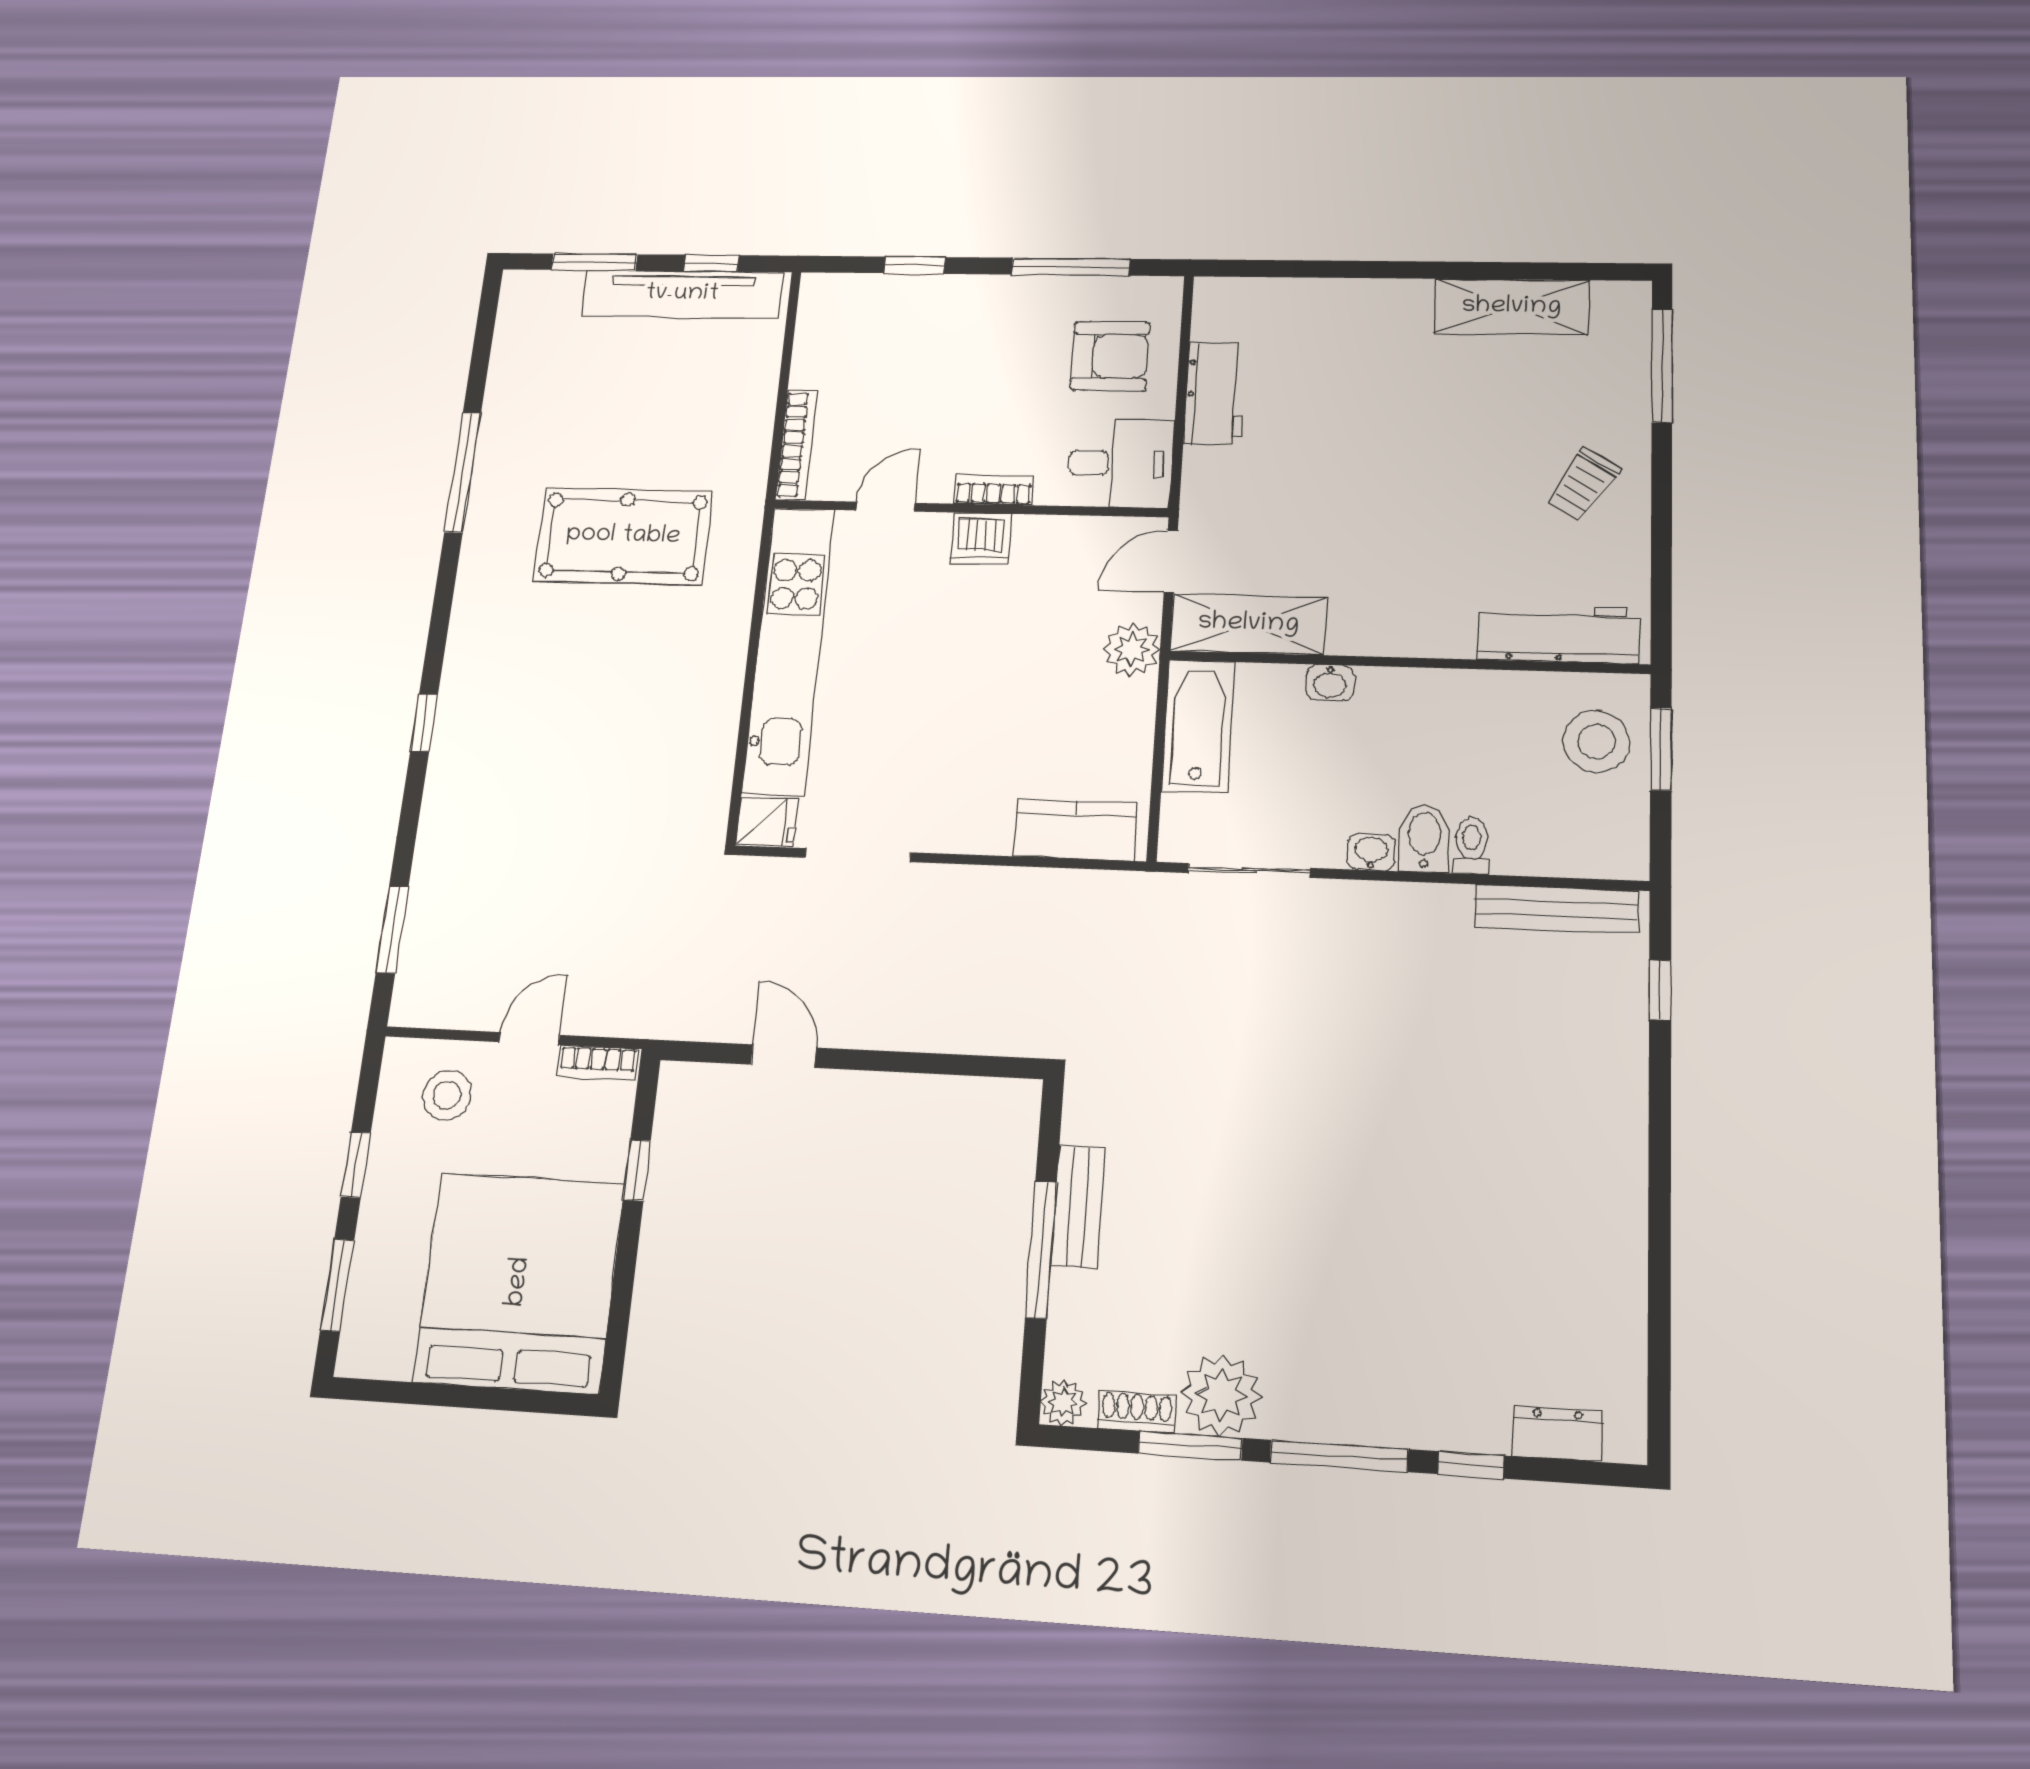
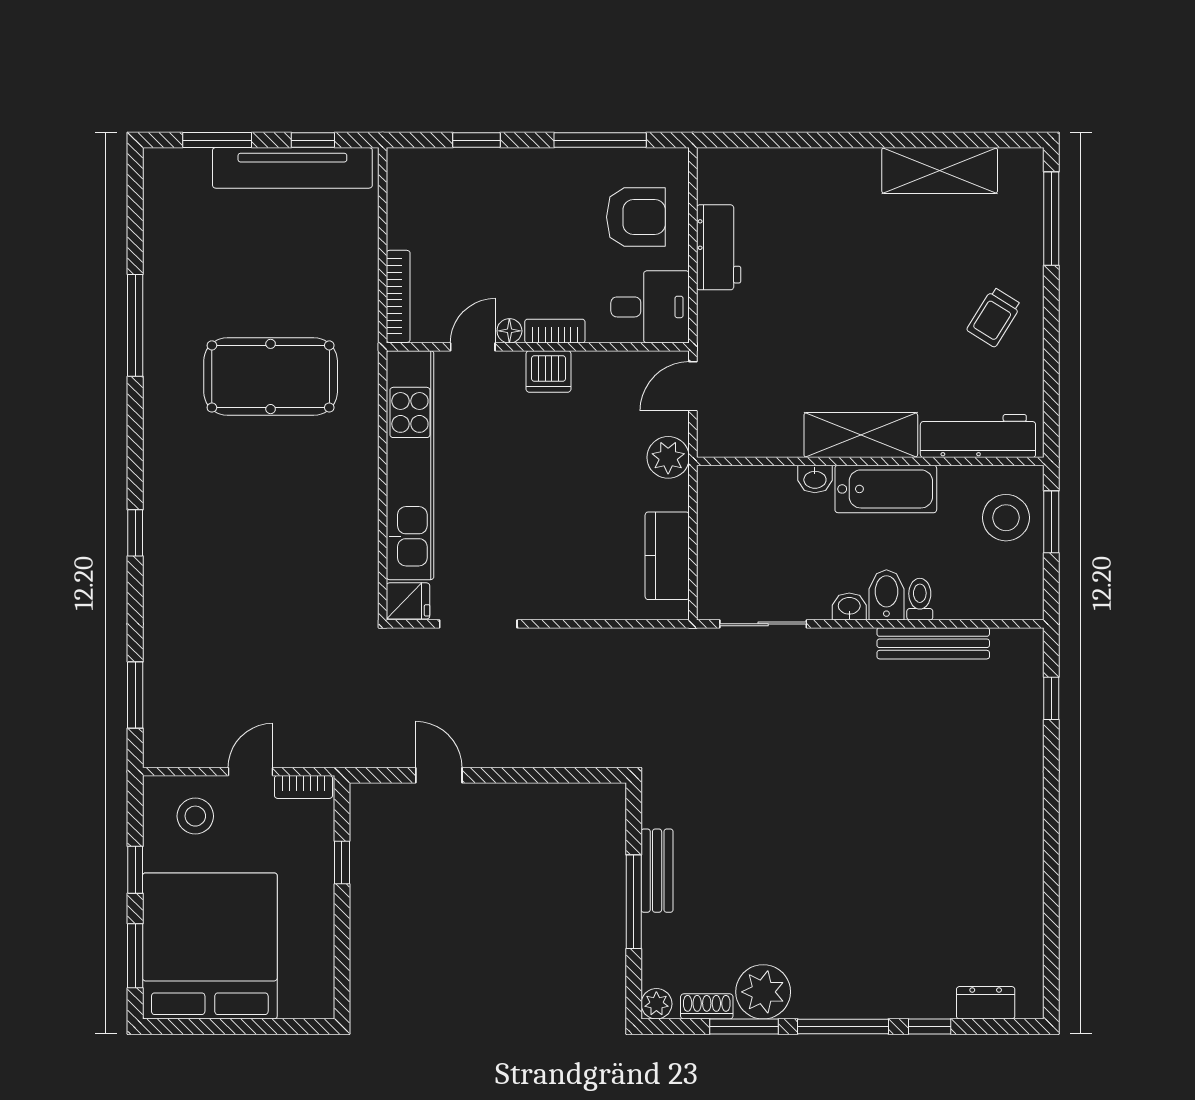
floor lamp: (935, 488) -> (509, 331), added
shelving: (1249, 624) -> (861, 435), moved
bathtub: (1198, 726) -> (886, 489), moved, turned 90
kitchen counter: (1075, 830) -> (667, 556), moved, turned -90
bench: (1556, 909) -> (933, 643), moved
bed: (519, 1282) -> (210, 946), moved

